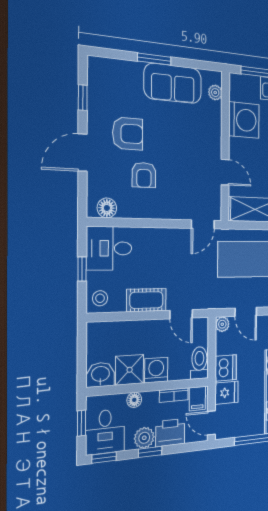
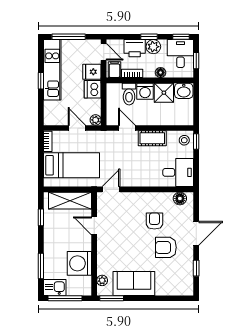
window: (154, 59) -> (112, 298), moved
window: (82, 269) -> (196, 141), moved
toilet: (199, 363) -> (129, 94), moved

